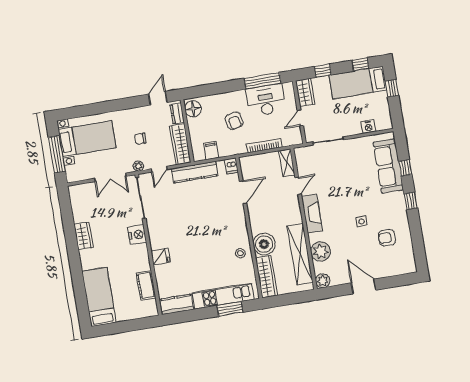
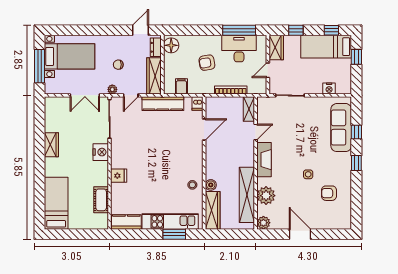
armchair: (234, 121) -> (207, 63), turned 93
boiler: (264, 244) -> (211, 185), width x0.54, depth x0.54

